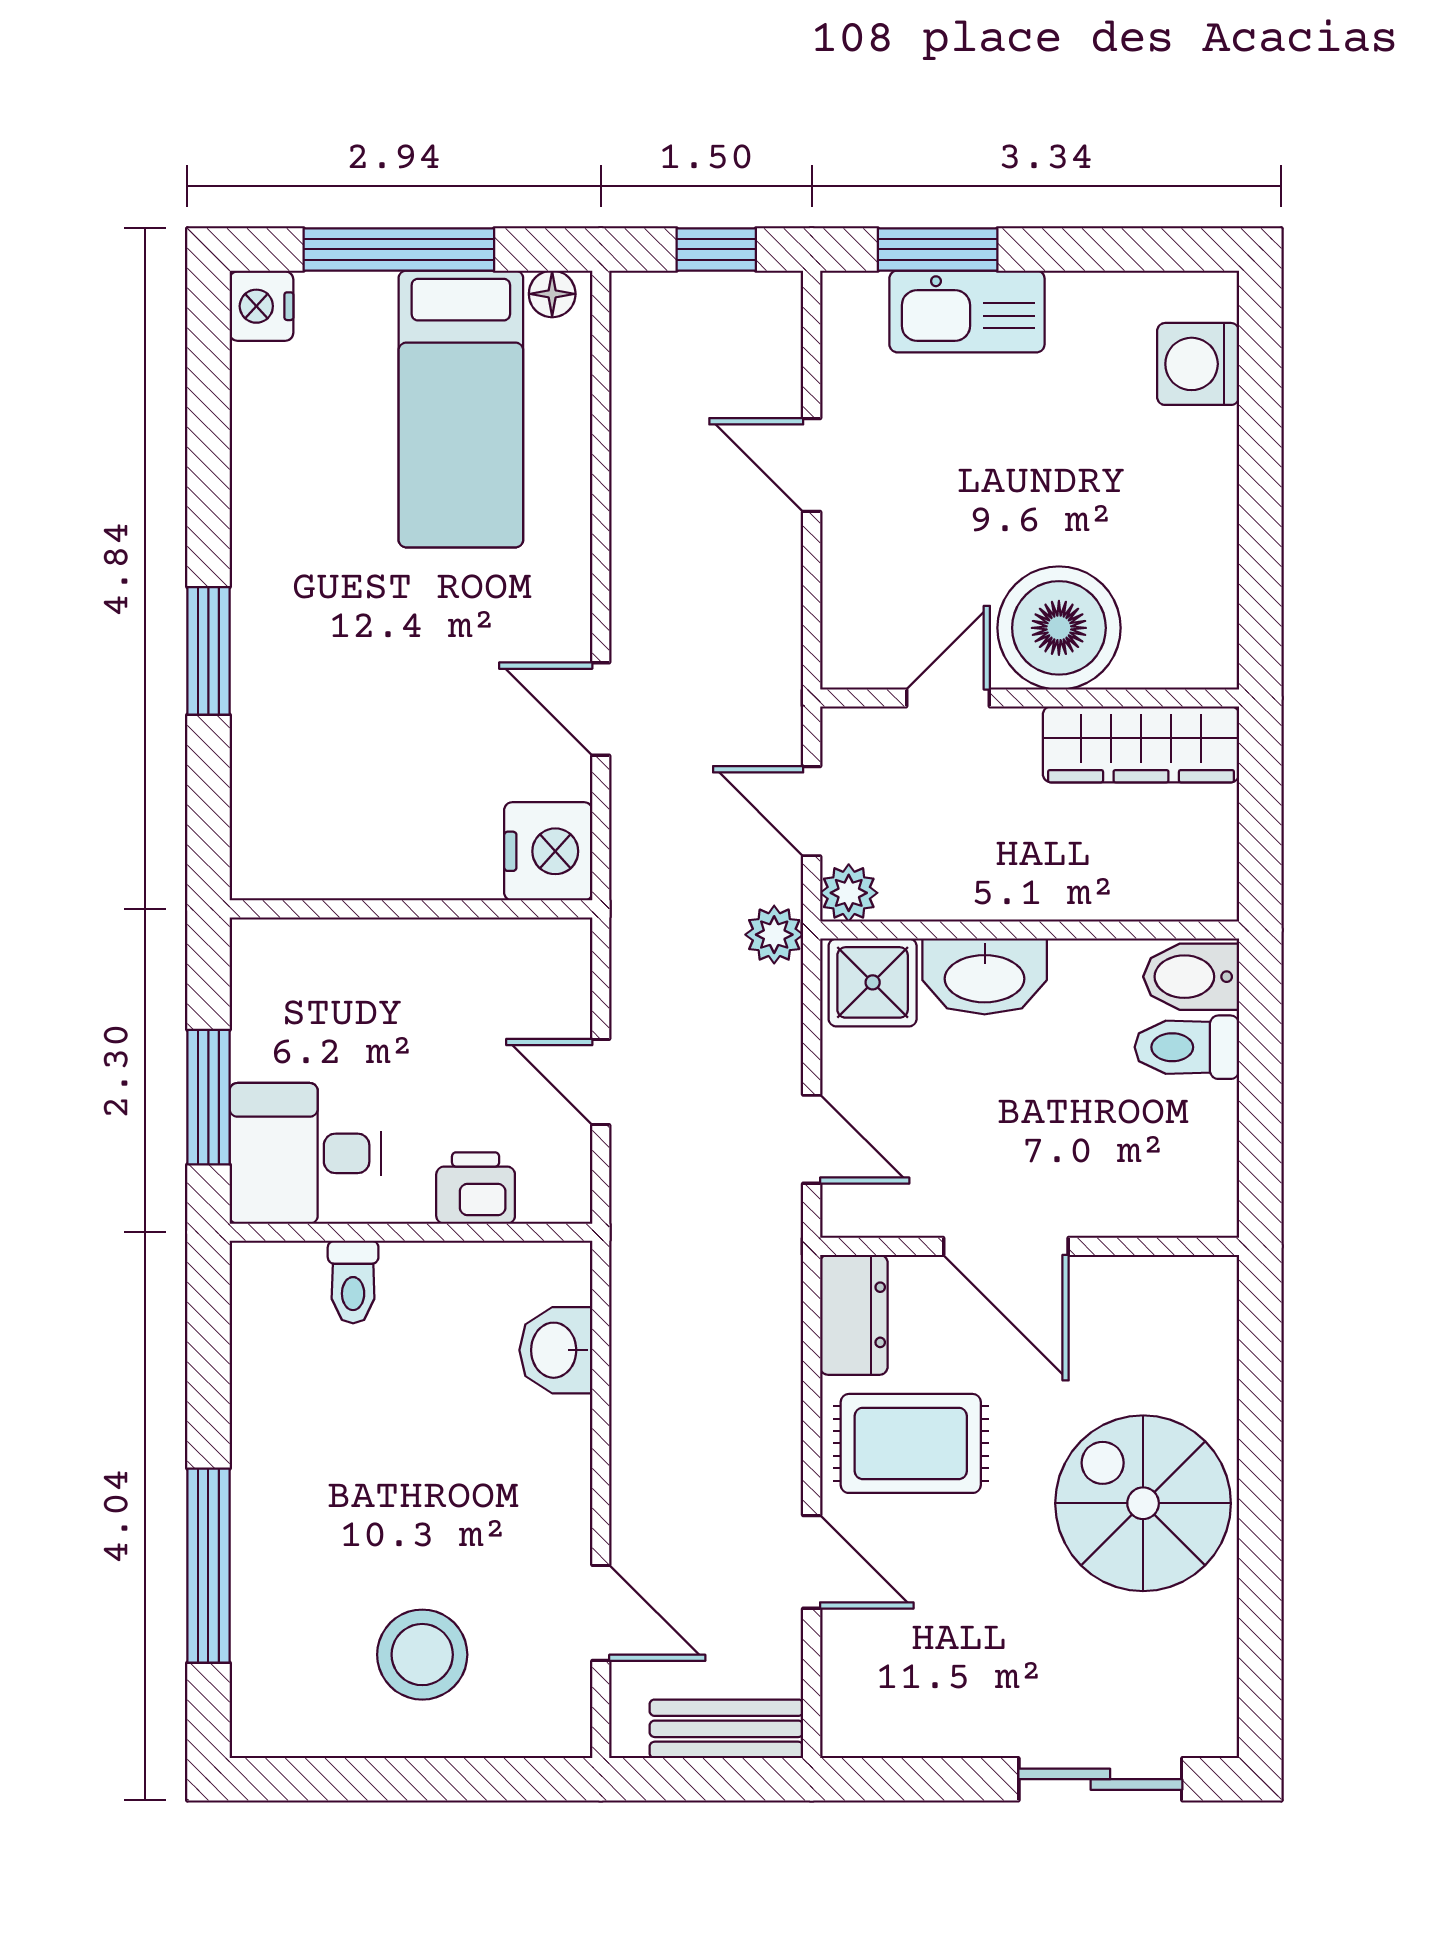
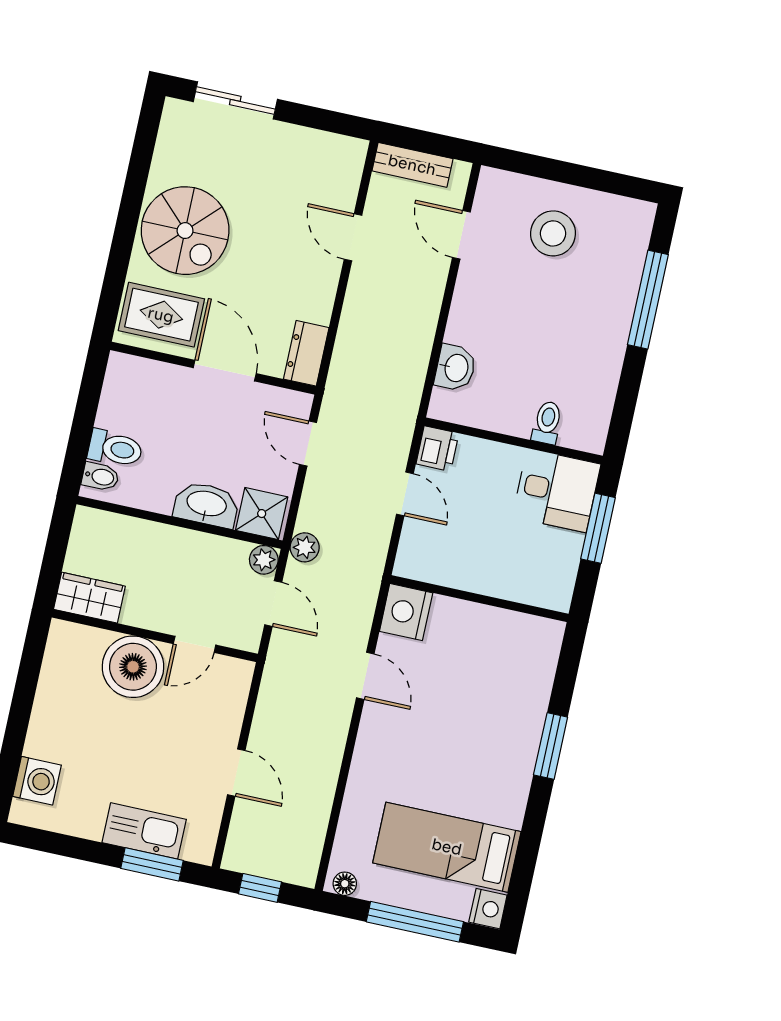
bed: (461, 409) -> (447, 847), moved, turned -90
wardrobe: (1141, 744) -> (89, 598), width x0.67
bidet: (1191, 977) -> (100, 477), width x0.72, depth x0.74
printer: (476, 1188) -> (437, 449), moved, turned -90
rug: (911, 1443) -> (161, 315), moved

